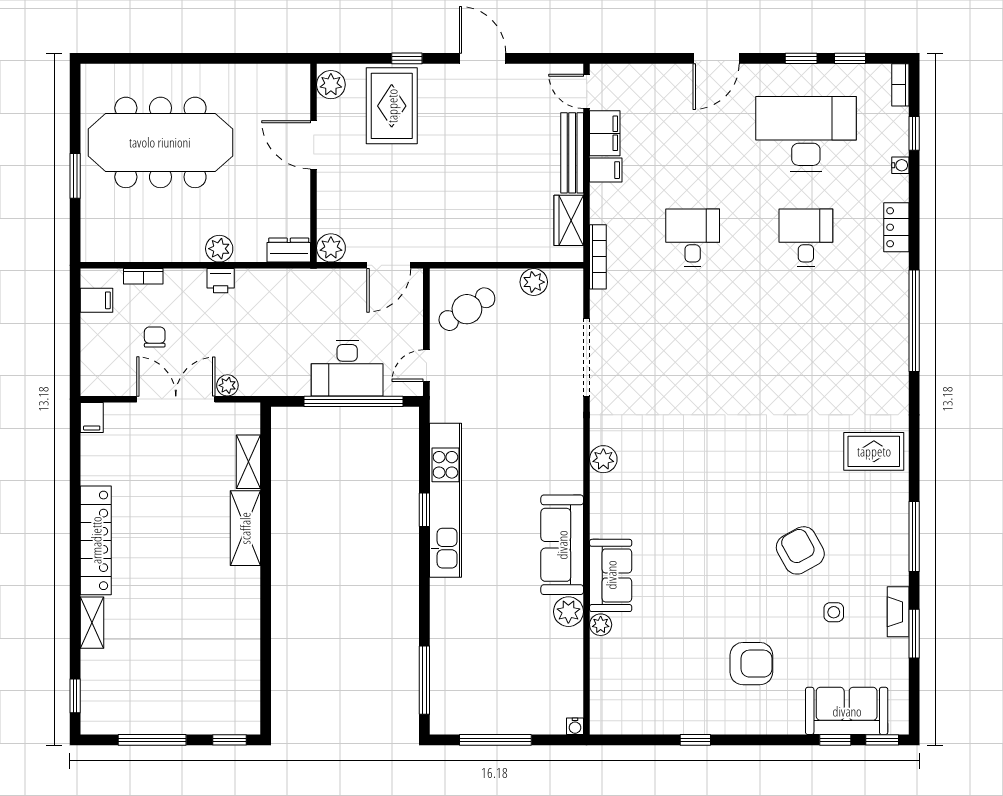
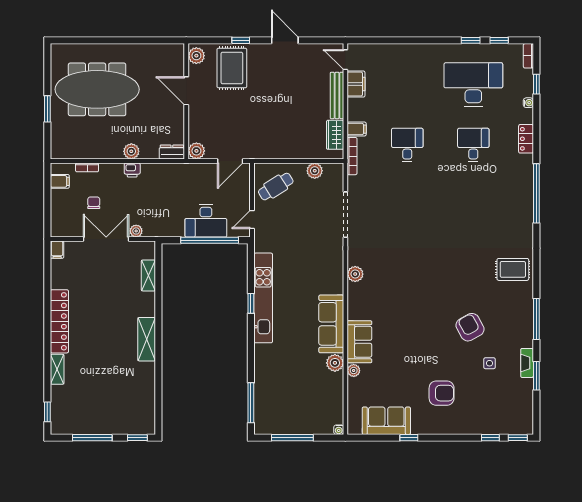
door: (716, 58) -> (421, 40), removed
filing cabinet: (606, 170) -> (357, 129), moved
shelving: (245, 528) -> (147, 339), moved
sofa: (847, 711) -> (386, 421), moved

